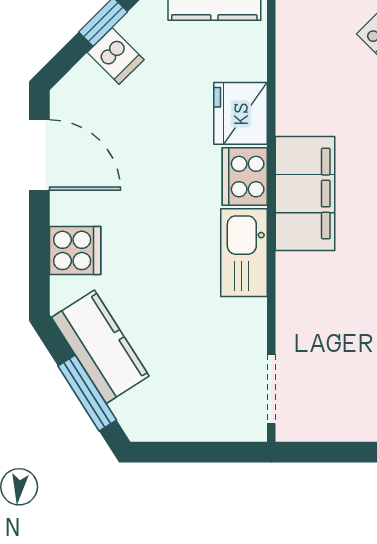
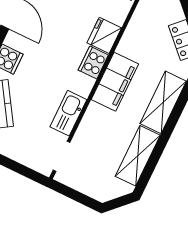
kitchen sink: (244, 253) -> (68, 113), moved

